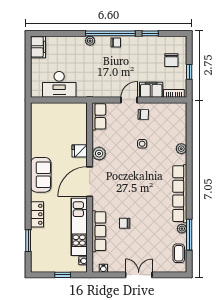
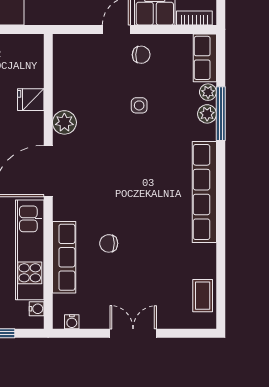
row of seats: (99, 116) -> (205, 58), moved, turned 180
fridge: (80, 151) -> (31, 100), moved
plant: (182, 229) -> (208, 92), moved
window: (189, 235) -> (221, 114), moved

